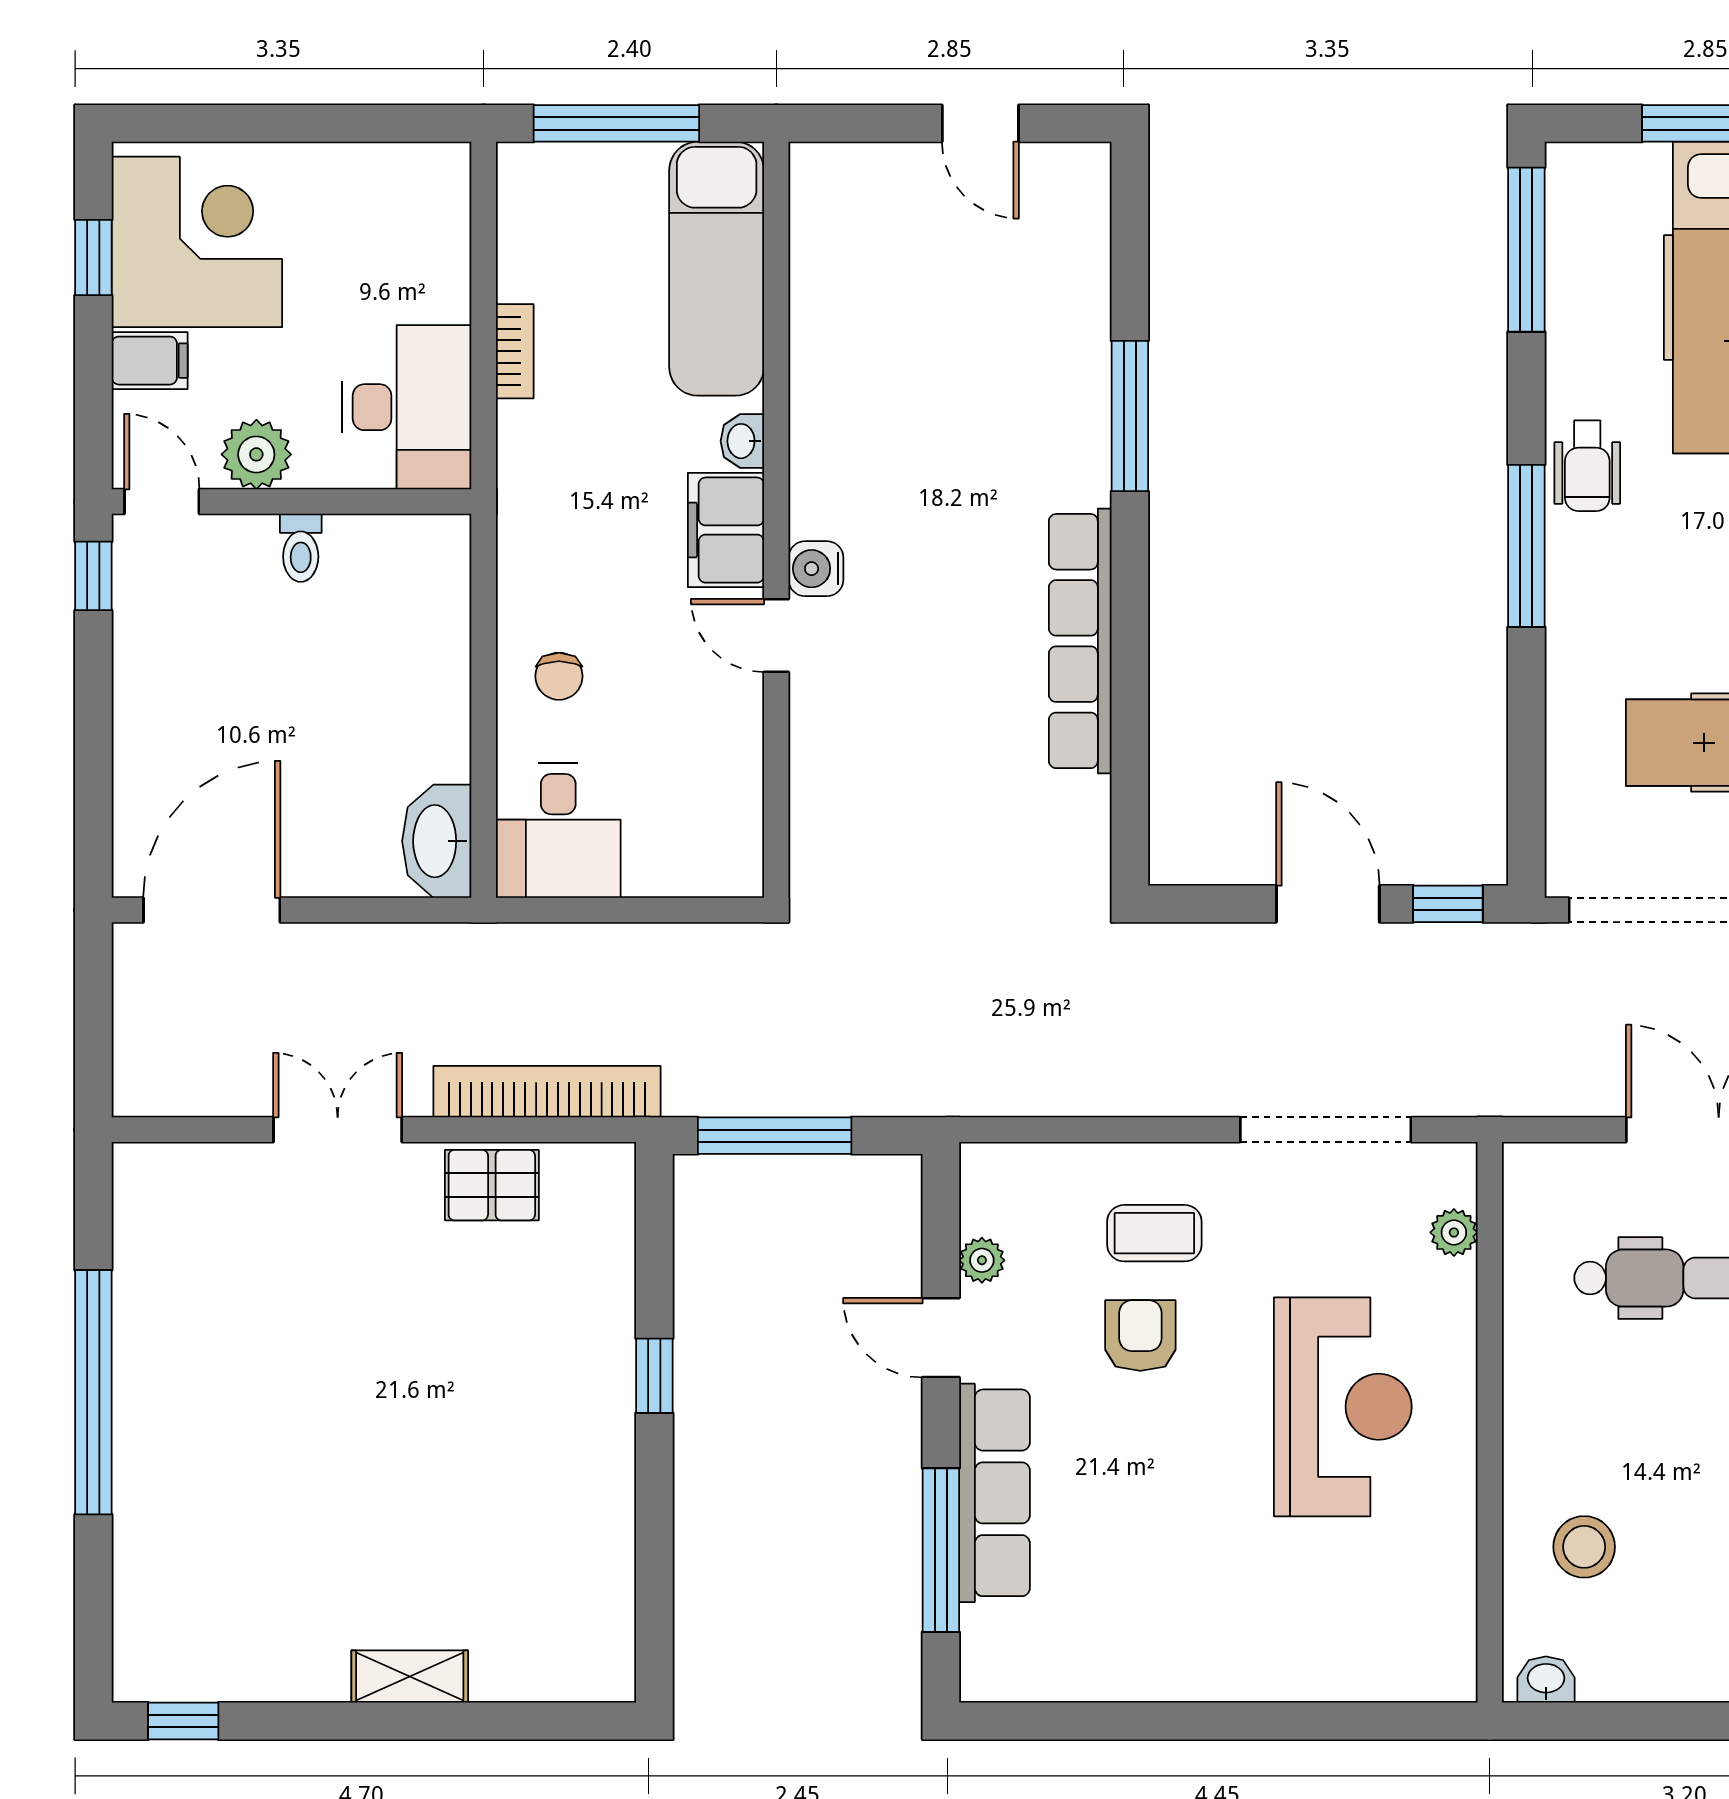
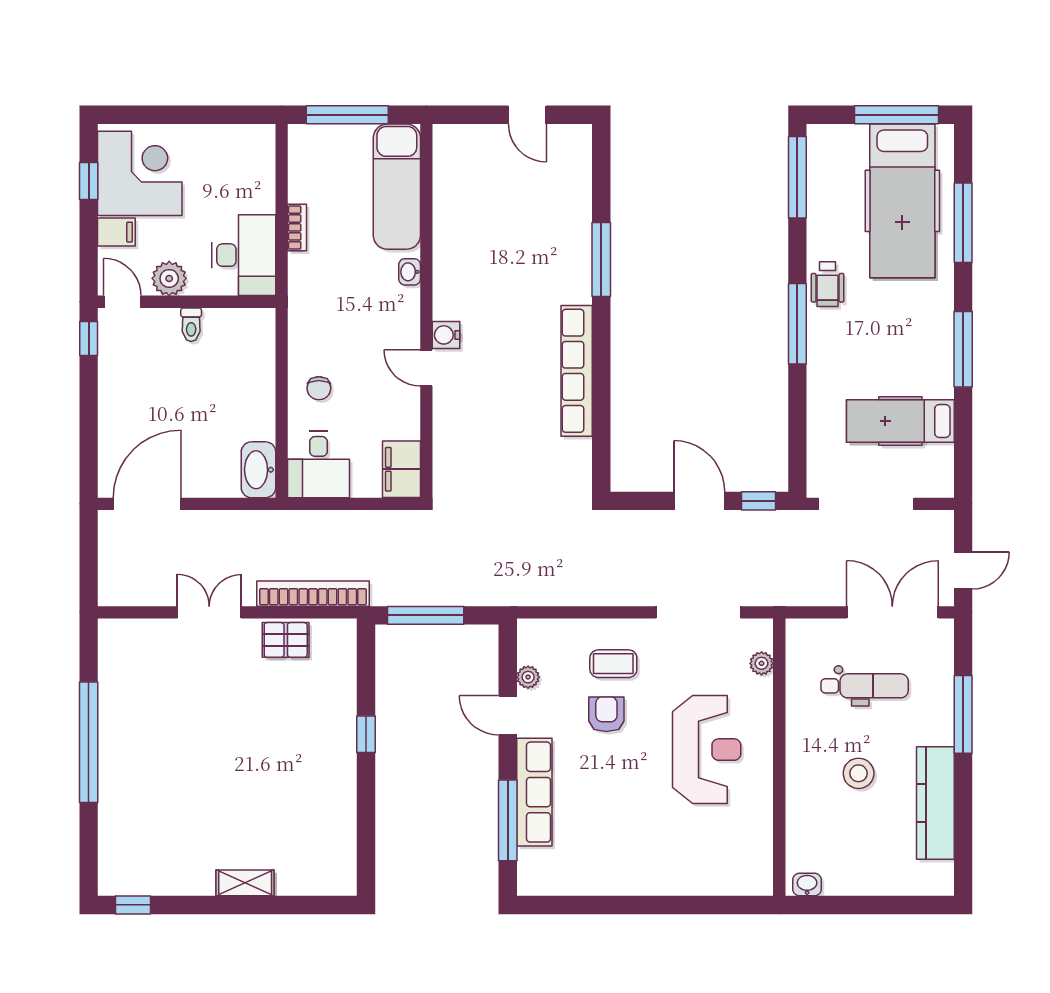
filing cabinet: (726, 530) -> (401, 469), moved
stool: (1584, 1547) -> (859, 773), moved

